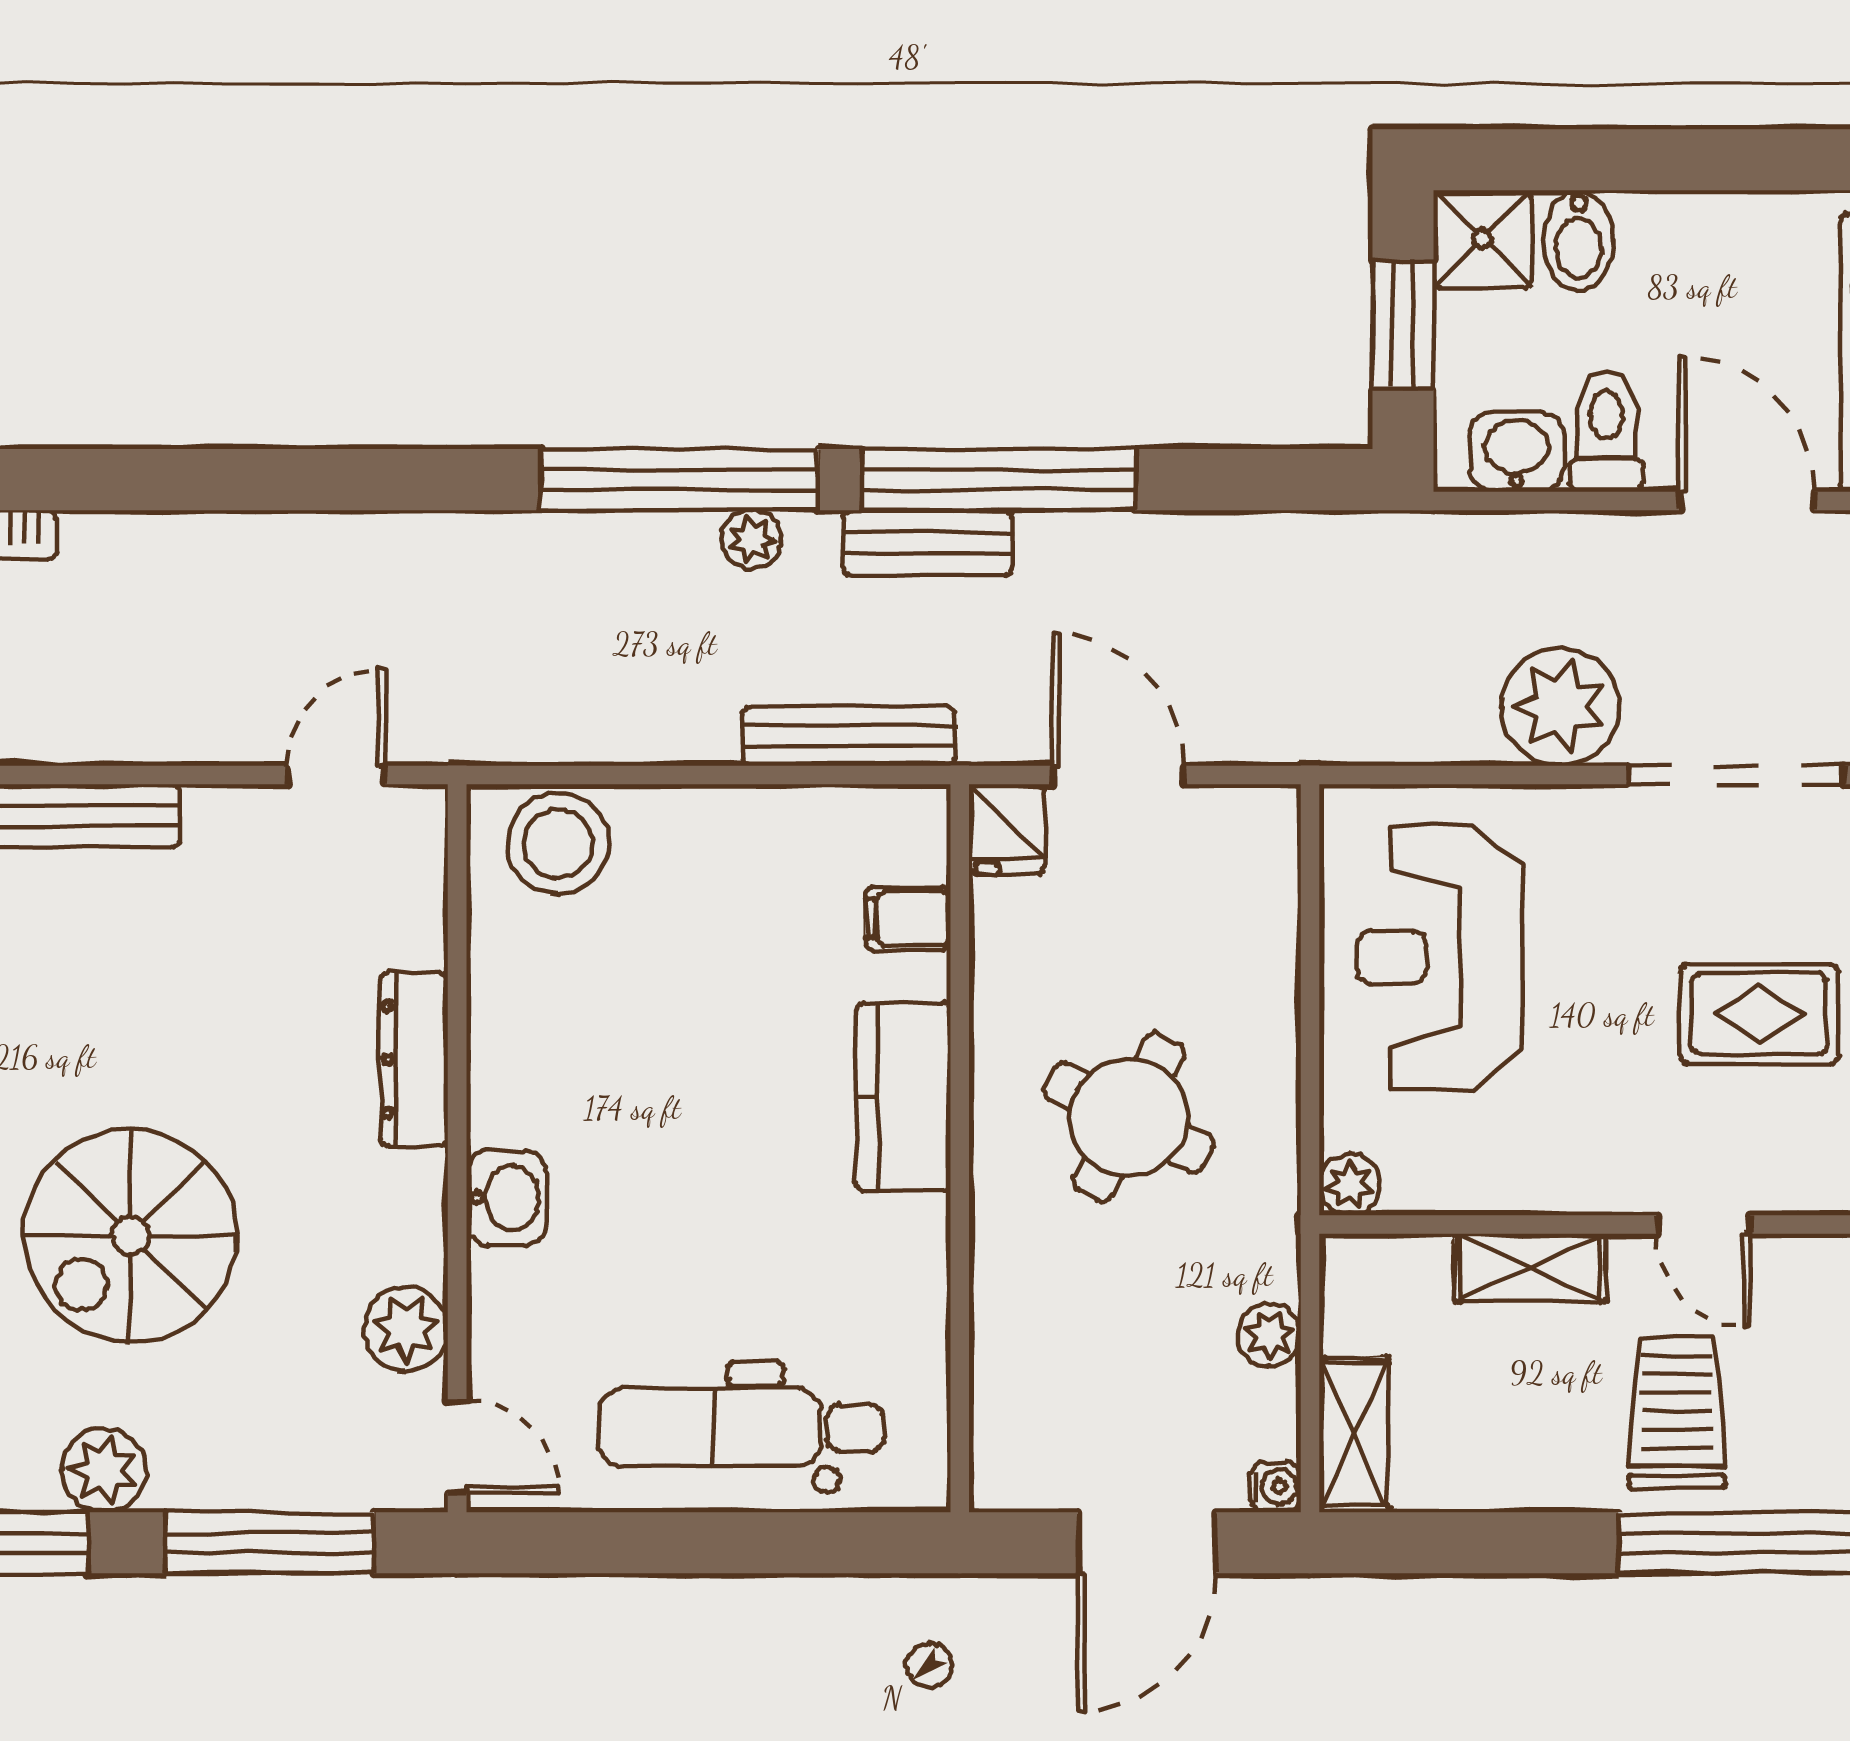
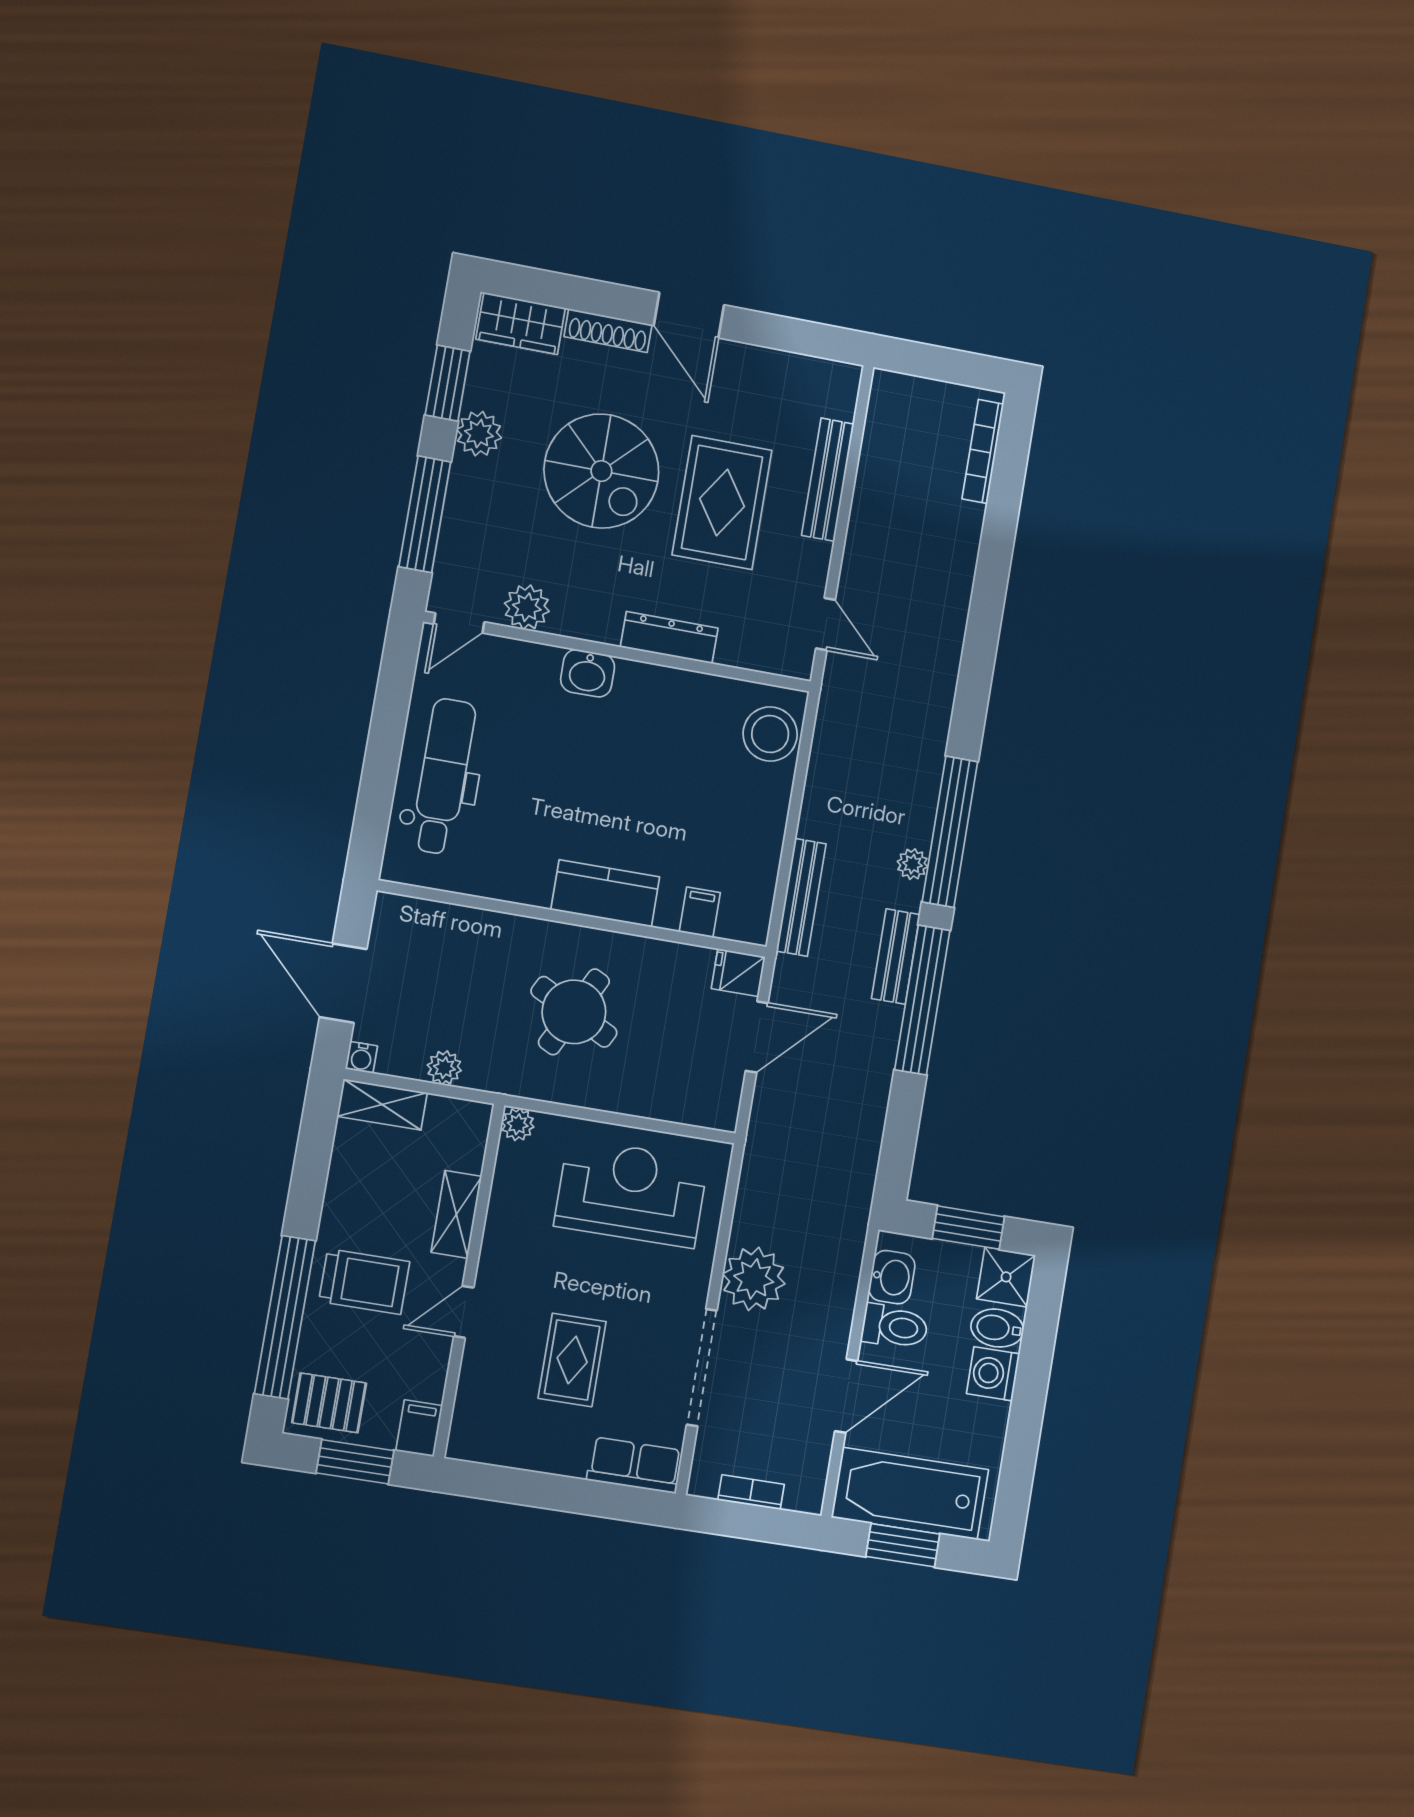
washing machine: (1663, 234) -> (993, 1374), added
rug: (147, 1004) -> (722, 503), added
spiral stairs: (130, 1235) -> (601, 471), turned 180

